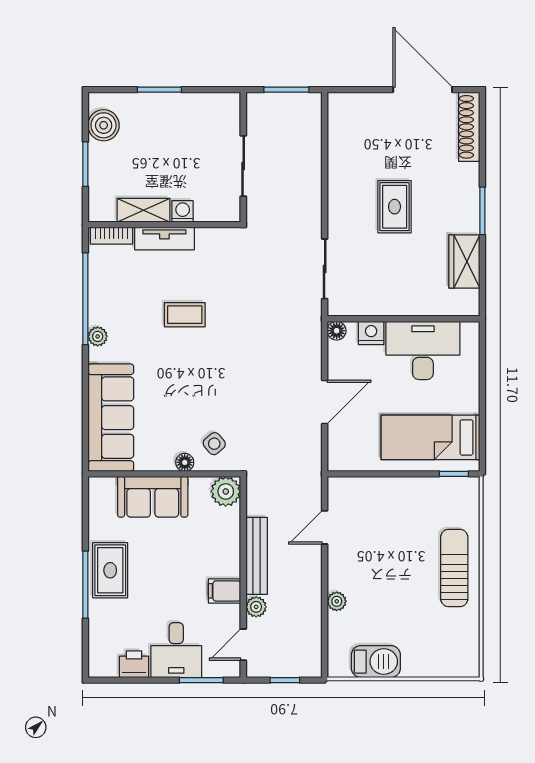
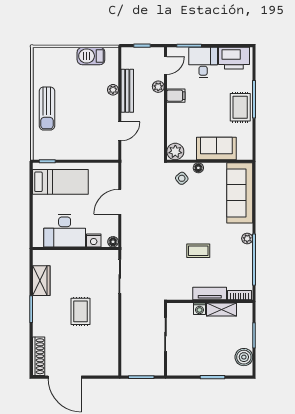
bench: (257, 556) -> (127, 91), moved
printer: (134, 664) -> (234, 58), width x1.87, depth x1.48

